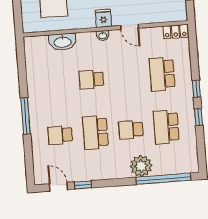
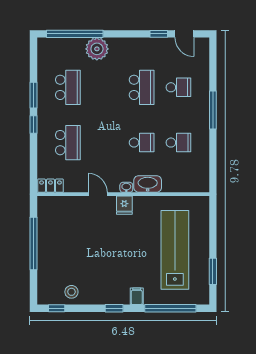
washbasin: (63, 42) -> (148, 184), moved
window: (199, 117) -> (33, 95), width x1.50
school desk: (131, 130) -> (178, 143), moved

